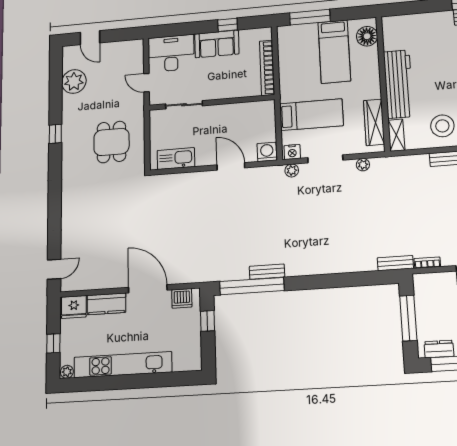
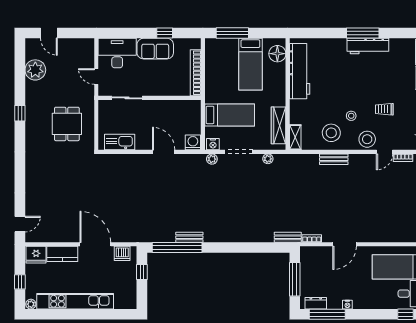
workbench: (398, 84) -> (300, 71), moved

